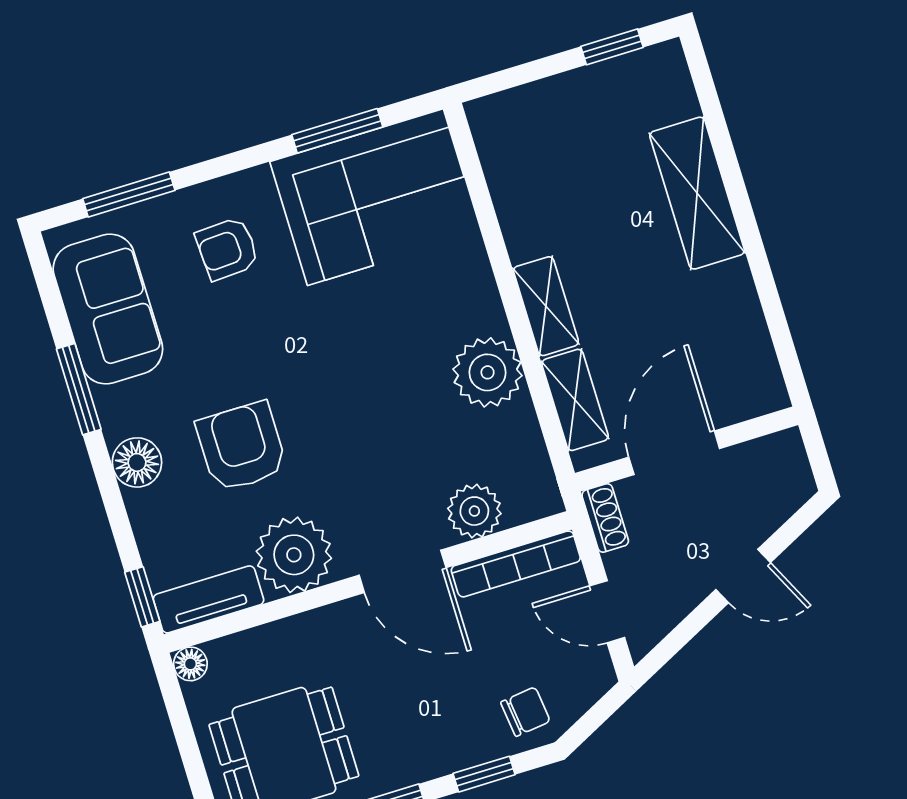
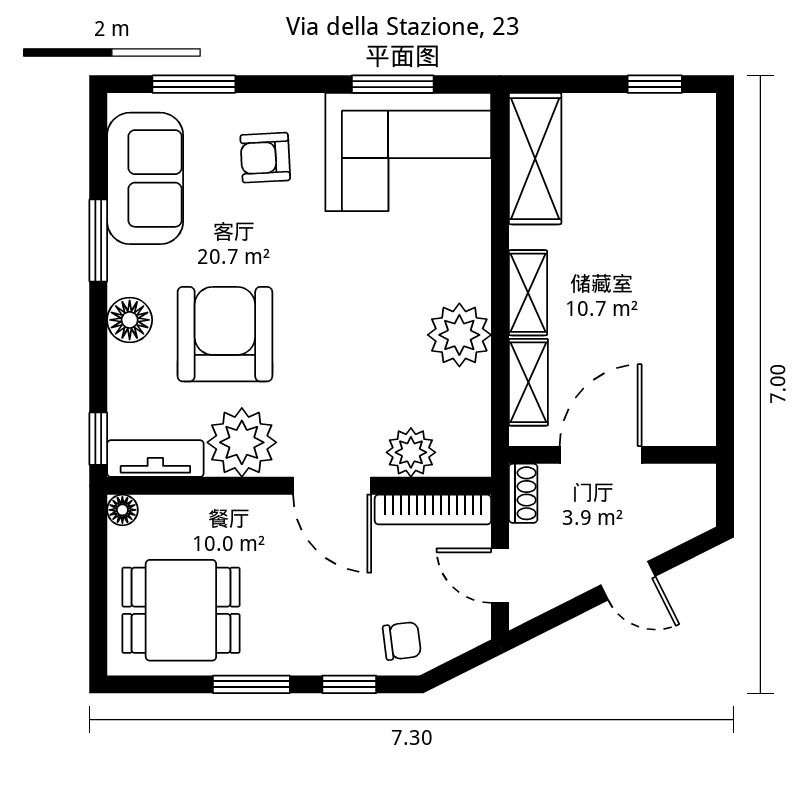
shelving: (697, 193) -> (535, 159), moved
armchair: (241, 447) -> (225, 334), width x1.36, depth x1.36

